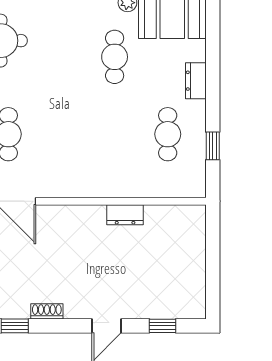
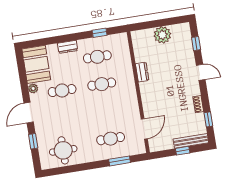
cafe table: (115, 134) -> (102, 84), added
plant: (189, 265) -> (162, 35), added

